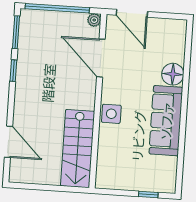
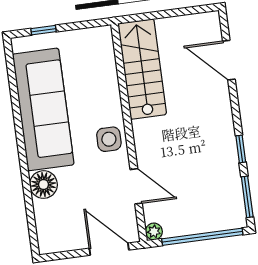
door: (101, 58) -> (136, 186), width x0.73
side table: (111, 114) -> (109, 139), moved
sofa: (166, 121) -> (43, 109), width x1.36, depth x1.27

